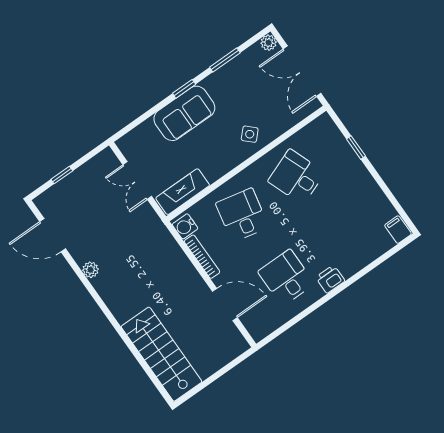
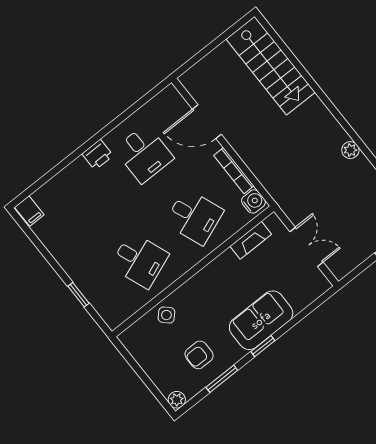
double door: (302, 71) -> (140, 372), removed
armchair: (245, 84) -> (199, 355), added
side table: (250, 134) -> (166, 315), moved
fireplace: (183, 192) -> (251, 240), width x0.73, depth x0.76
desk: (242, 215) -> (194, 217), turned -33

